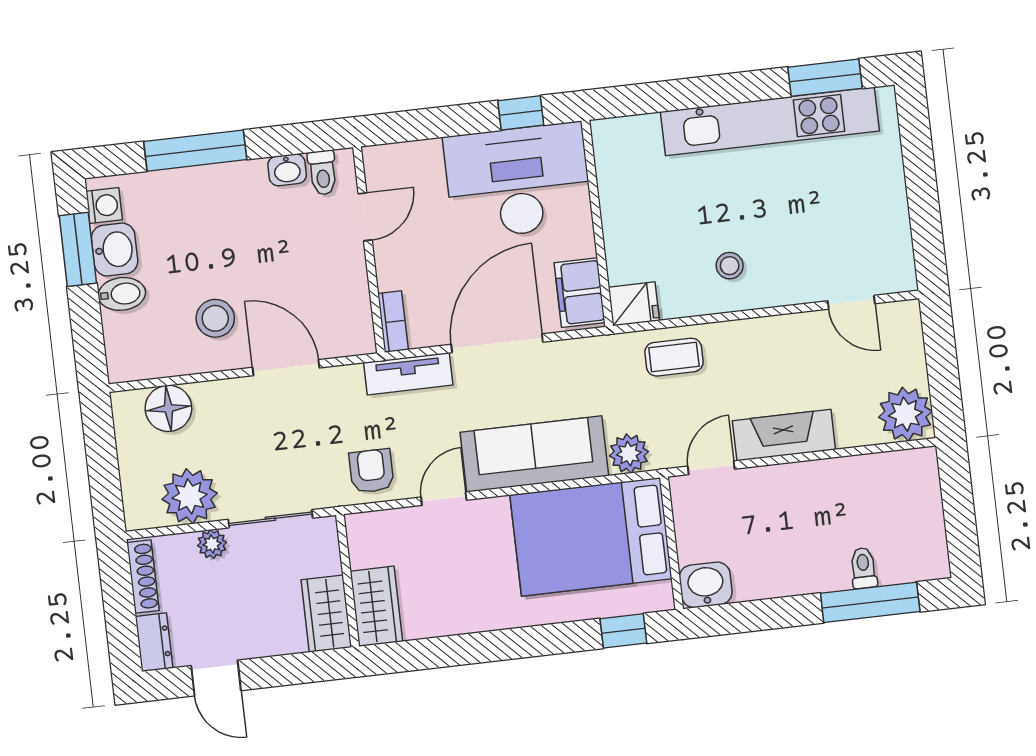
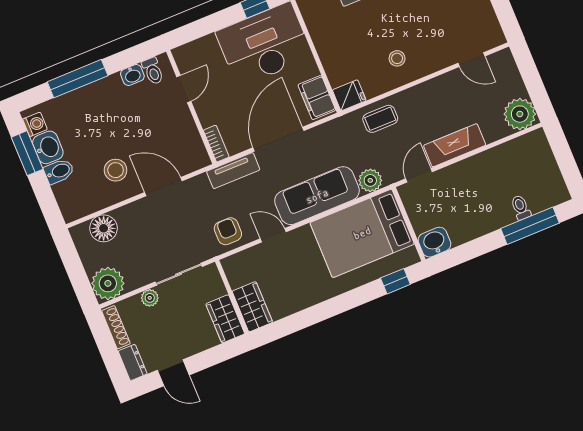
plant: (190, 496) -> (108, 283), moved
door: (444, 499) -> (273, 235), hinge flipped

